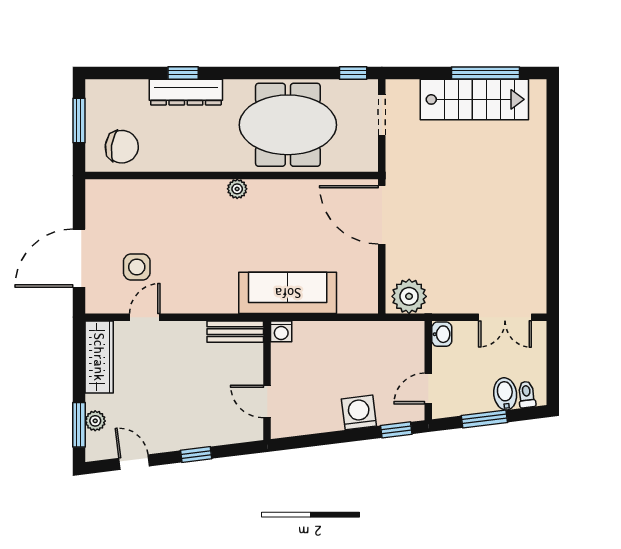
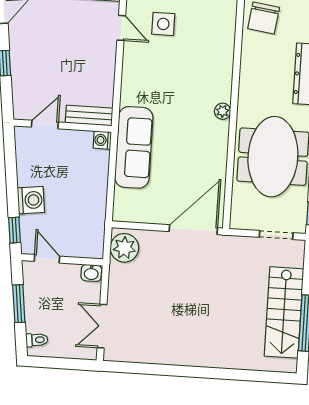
bench: (235, 332) -> (89, 115), moved, turned 90
bidet: (505, 394) -> (38, 322), removed

